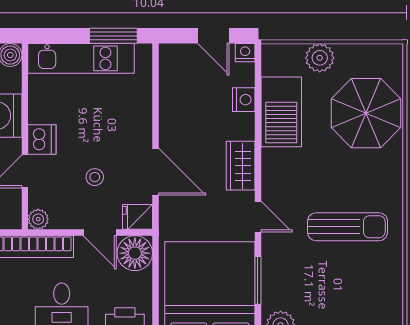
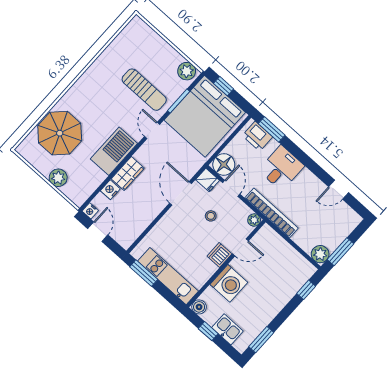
barbecue: (281, 112) -> (114, 151), moved
wardrobe: (241, 166) -> (128, 173), moved
sun lounger: (348, 227) -> (144, 90), moved, turned 180

